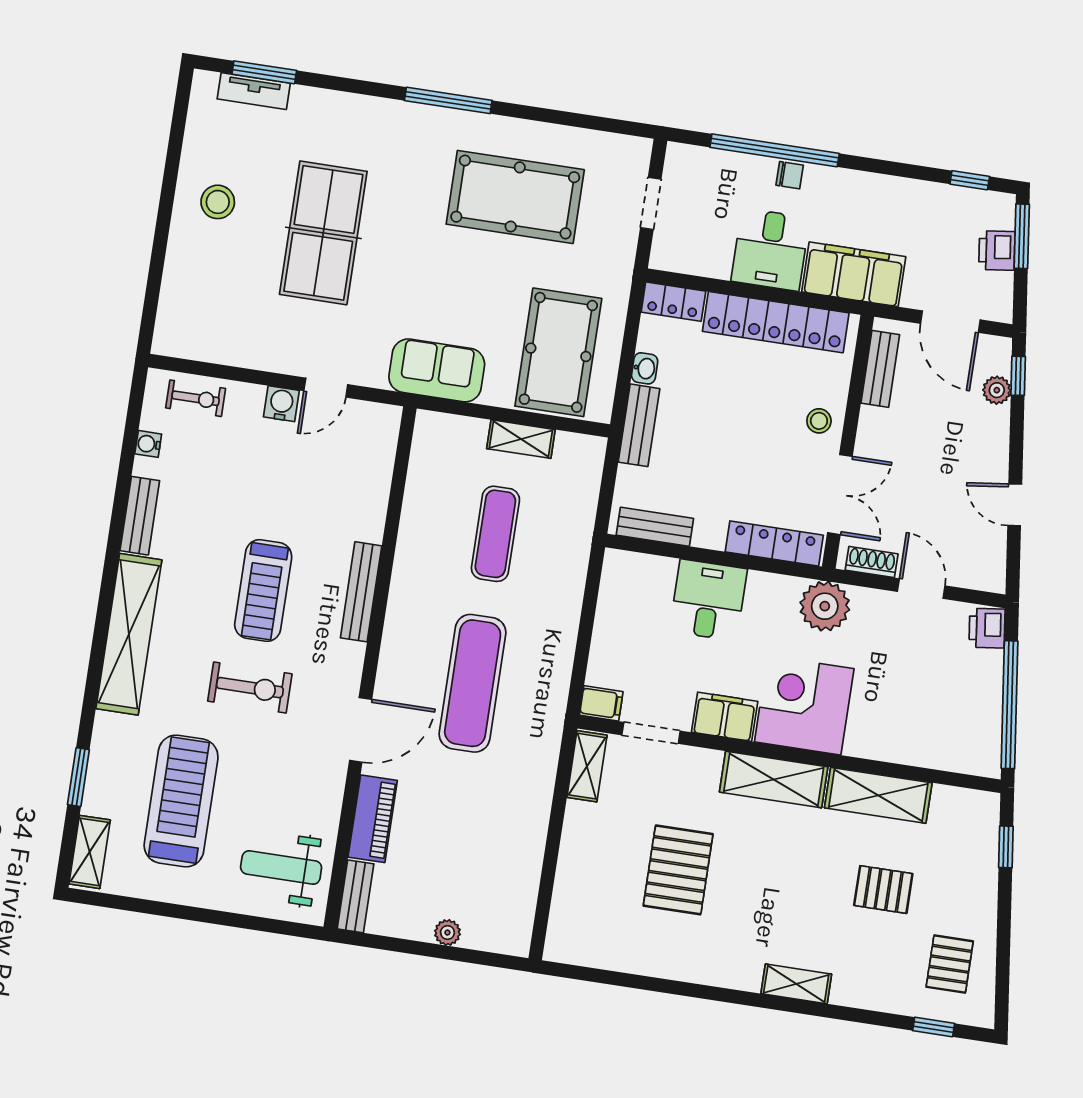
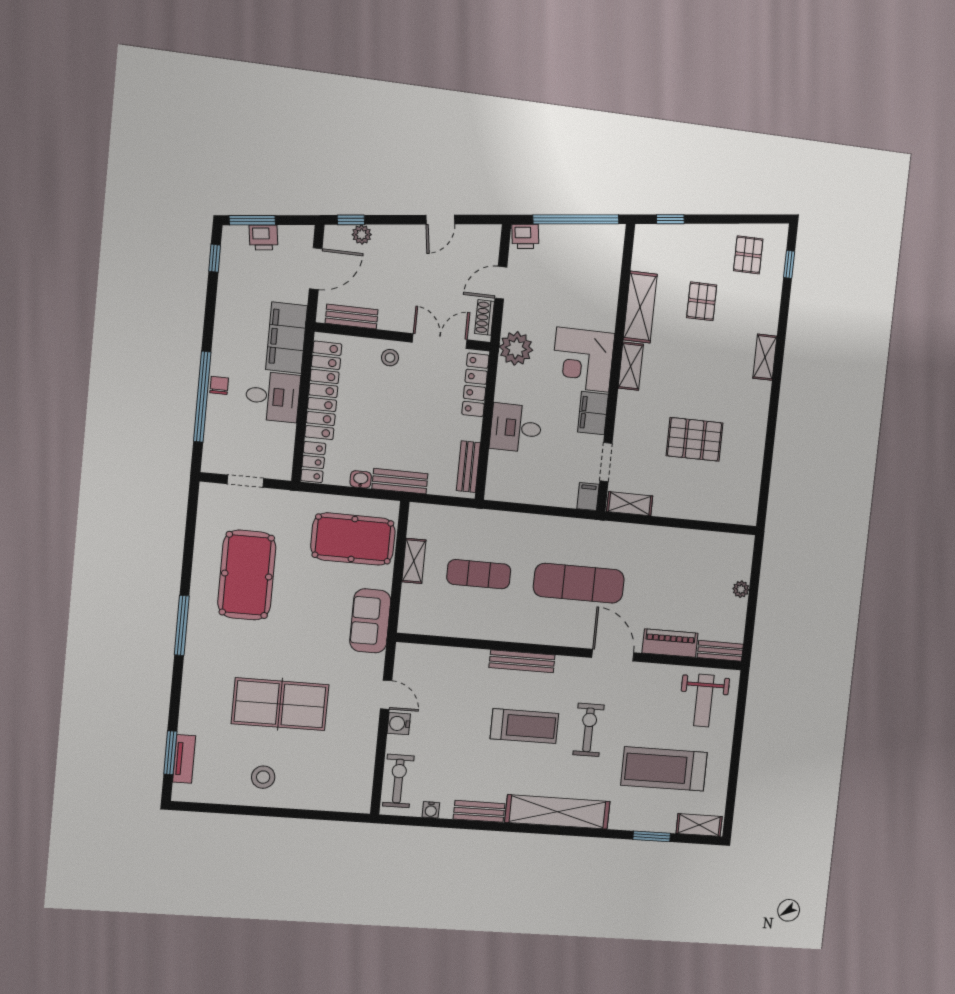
exercise bike: (196, 398) -> (398, 781), width x1.38, depth x1.39
shelving: (774, 779) -> (631, 366), width x0.67, depth x0.75
pallet: (950, 964) -> (748, 255), turned 90

